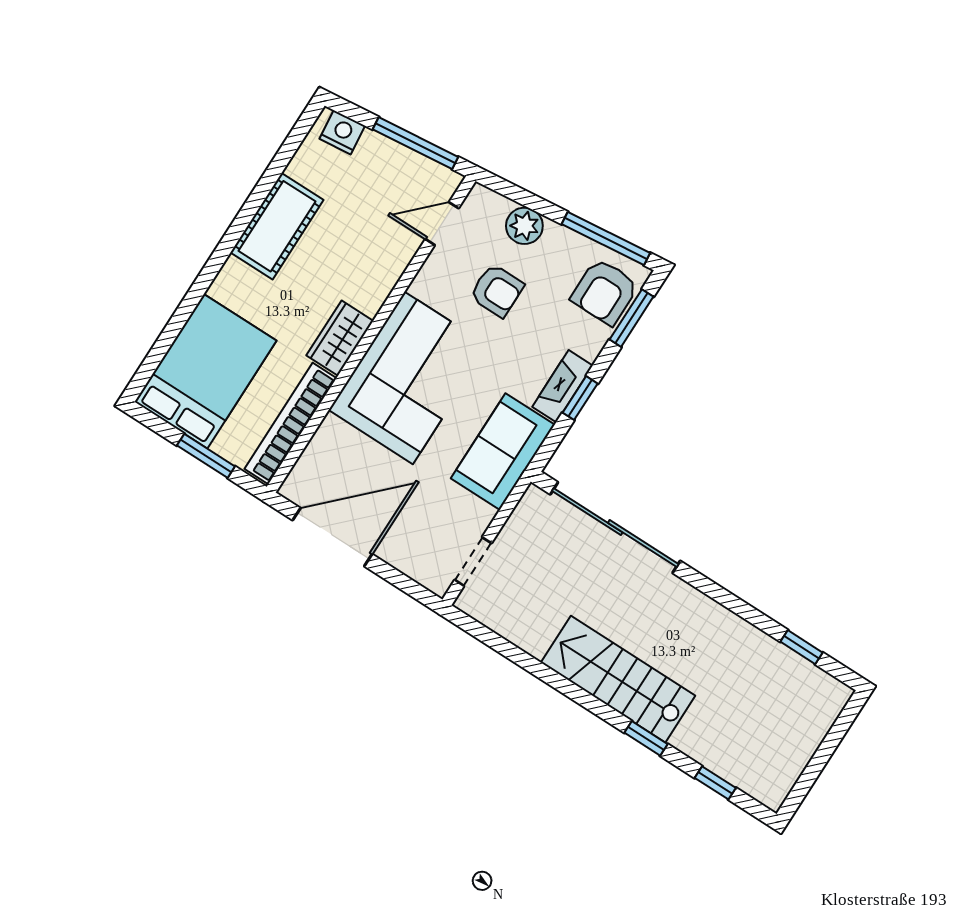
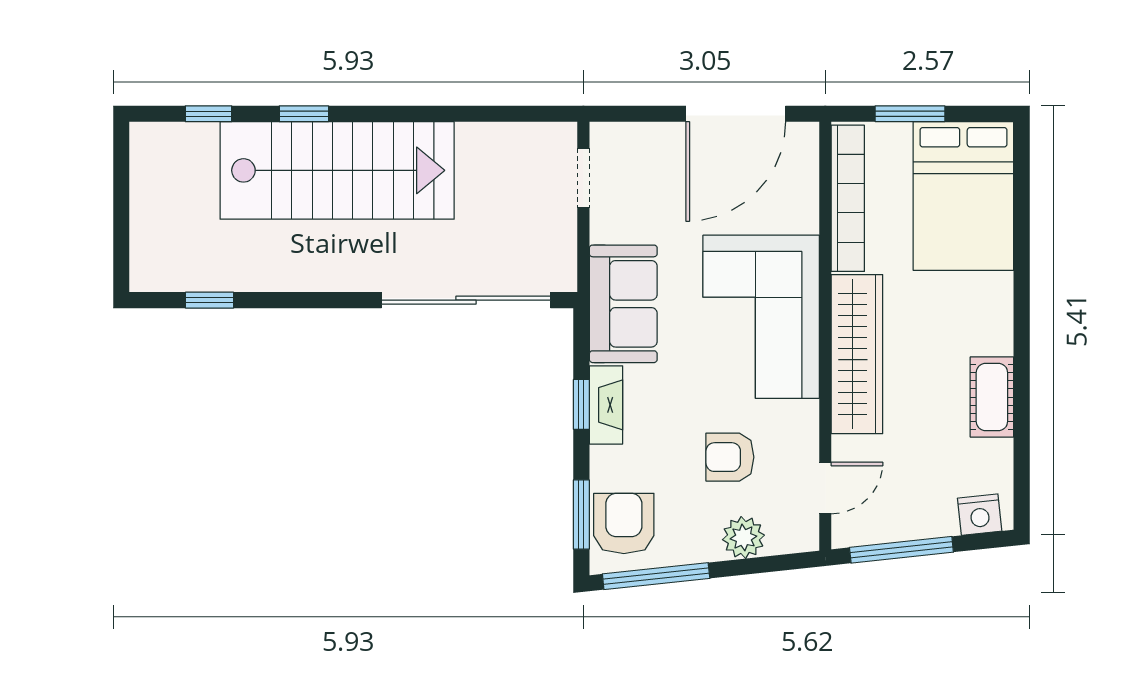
cot: (277, 226) -> (992, 397), width x0.73, depth x0.75
wardrobe: (340, 338) -> (857, 354), width x2.10, depth x1.17
stairs: (618, 679) -> (337, 170), width x1.36, depth x1.51

